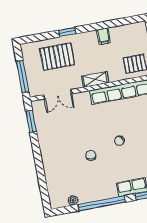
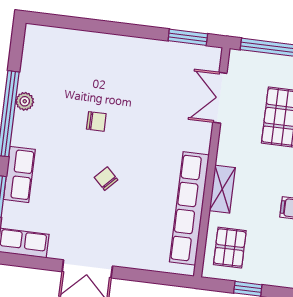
shelving: (95, 79) -> (222, 189), moved
plant: (73, 200) -> (25, 101), moved

